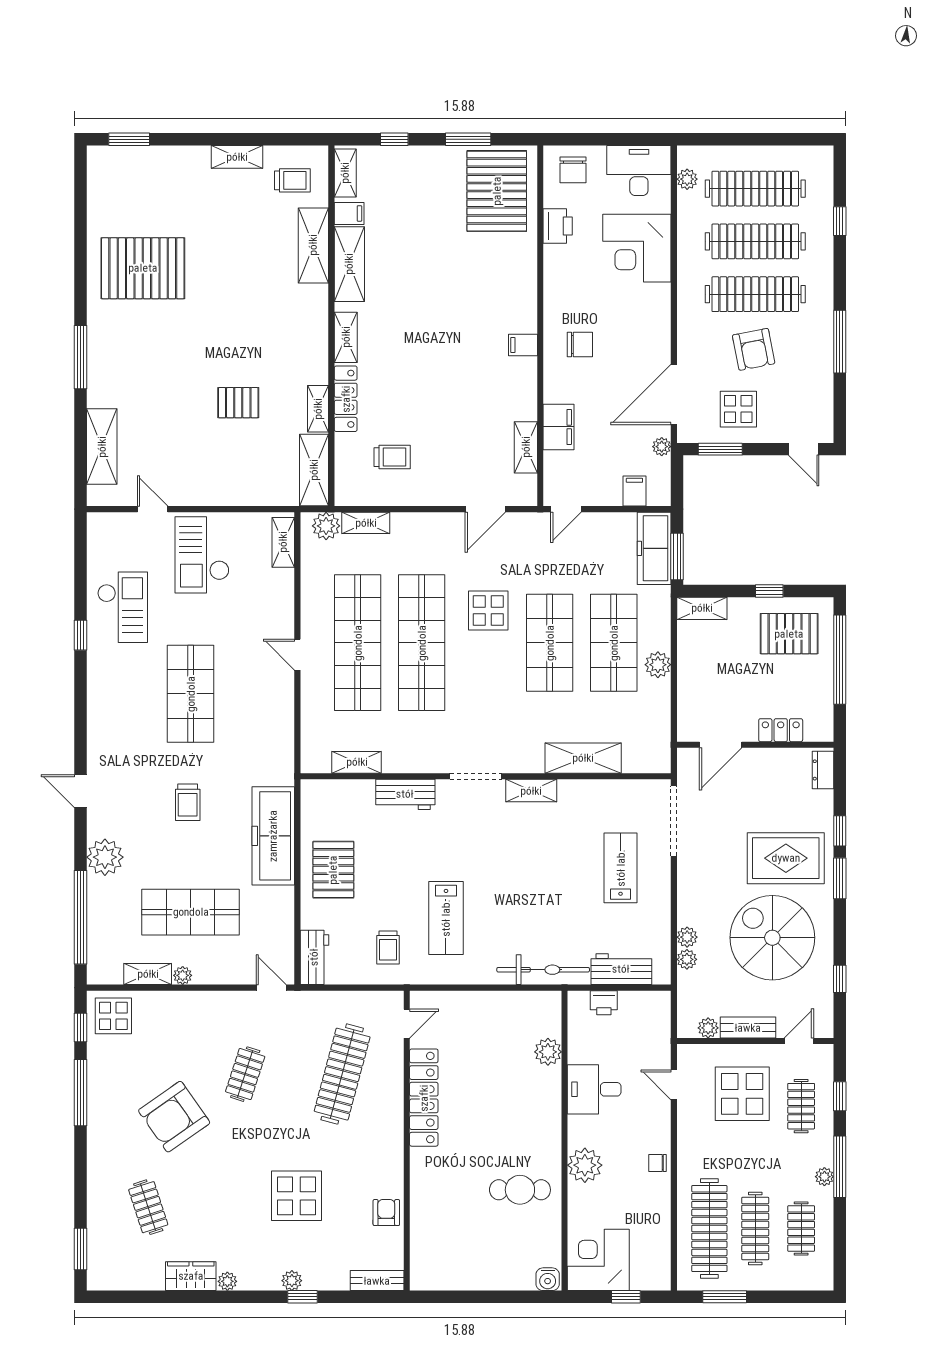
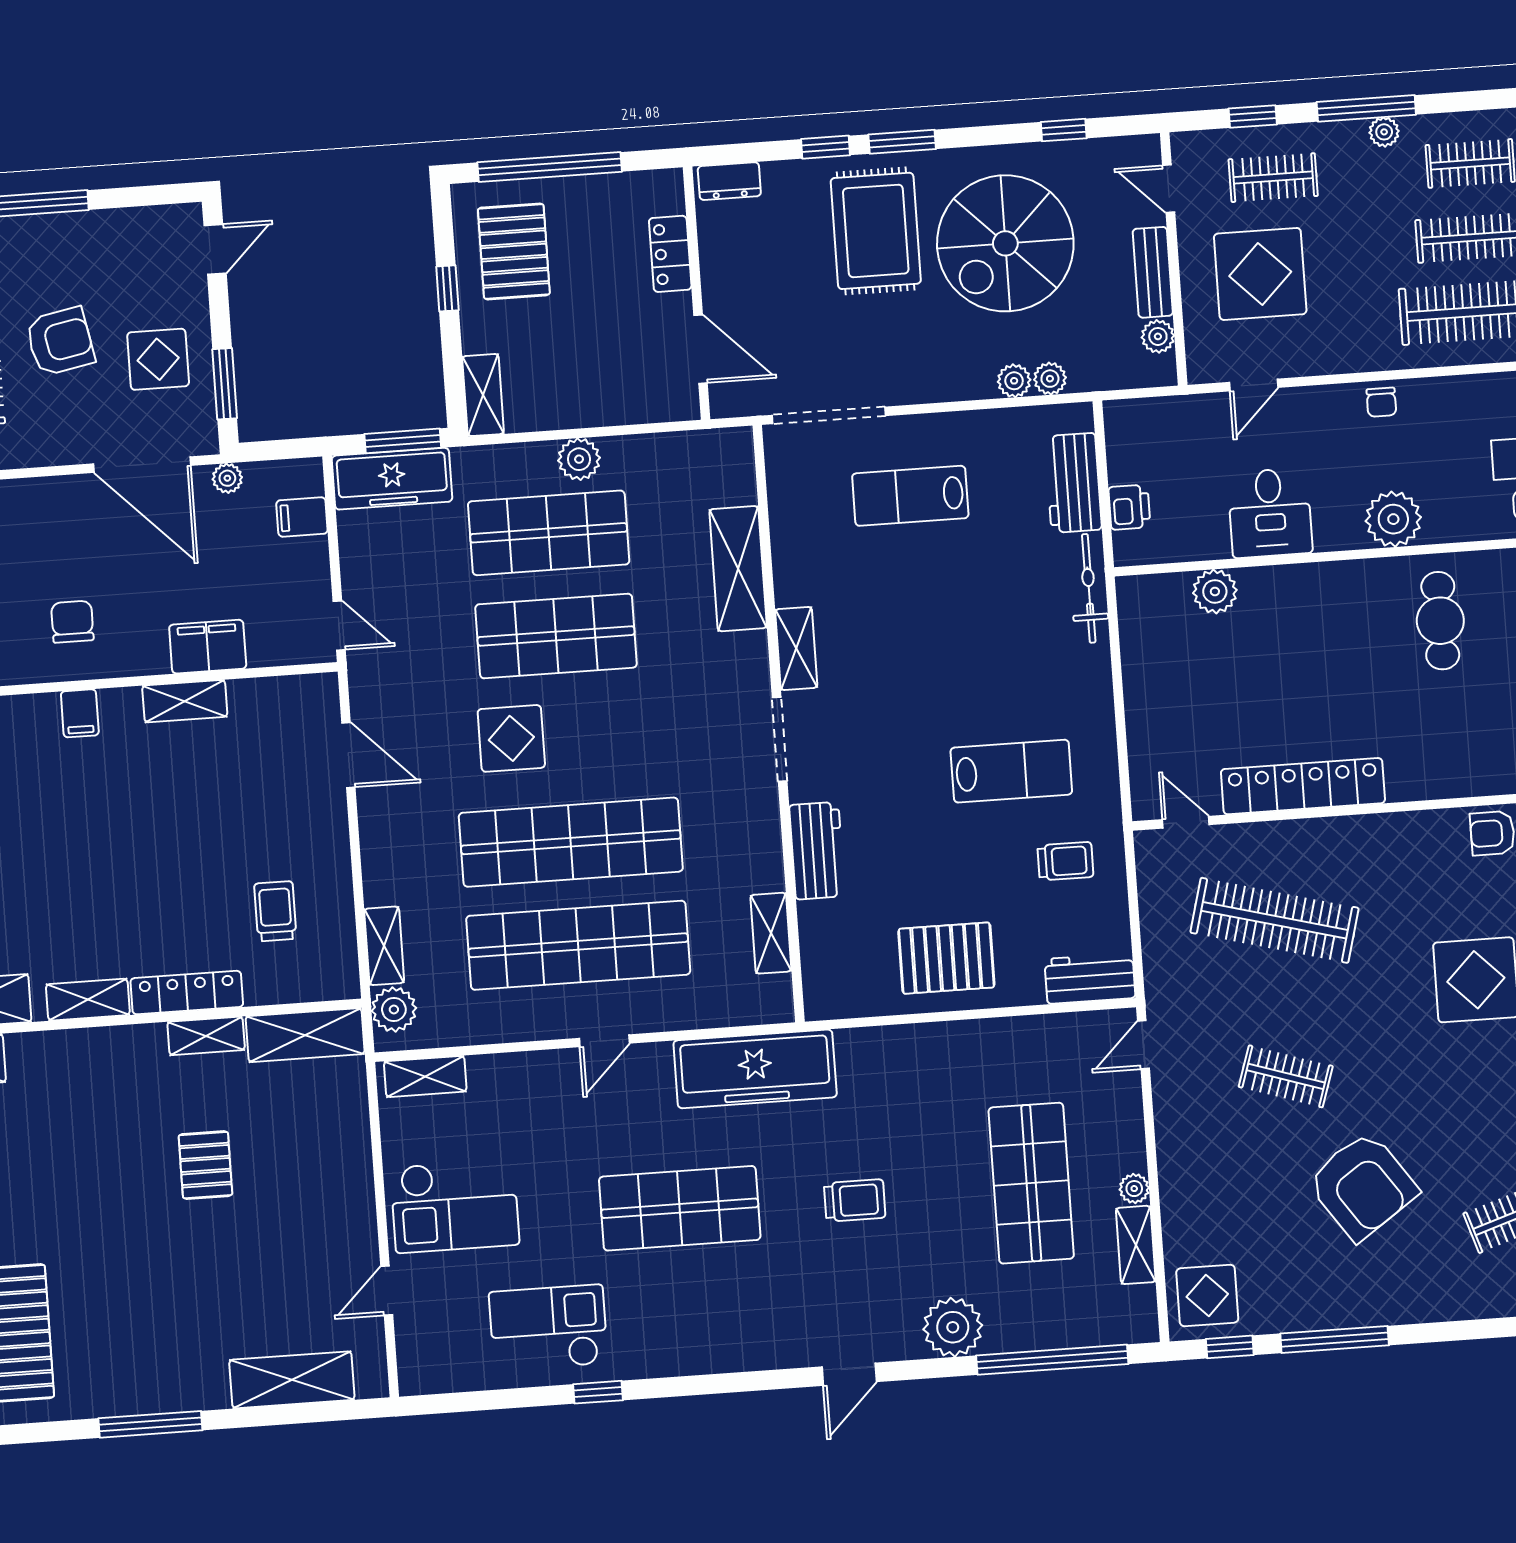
shelving: (526, 447) -> (185, 701), moved
freezer: (273, 836) -> (755, 1069), moved
bicycle: (543, 970) -> (1089, 588), width x0.73, depth x0.71

